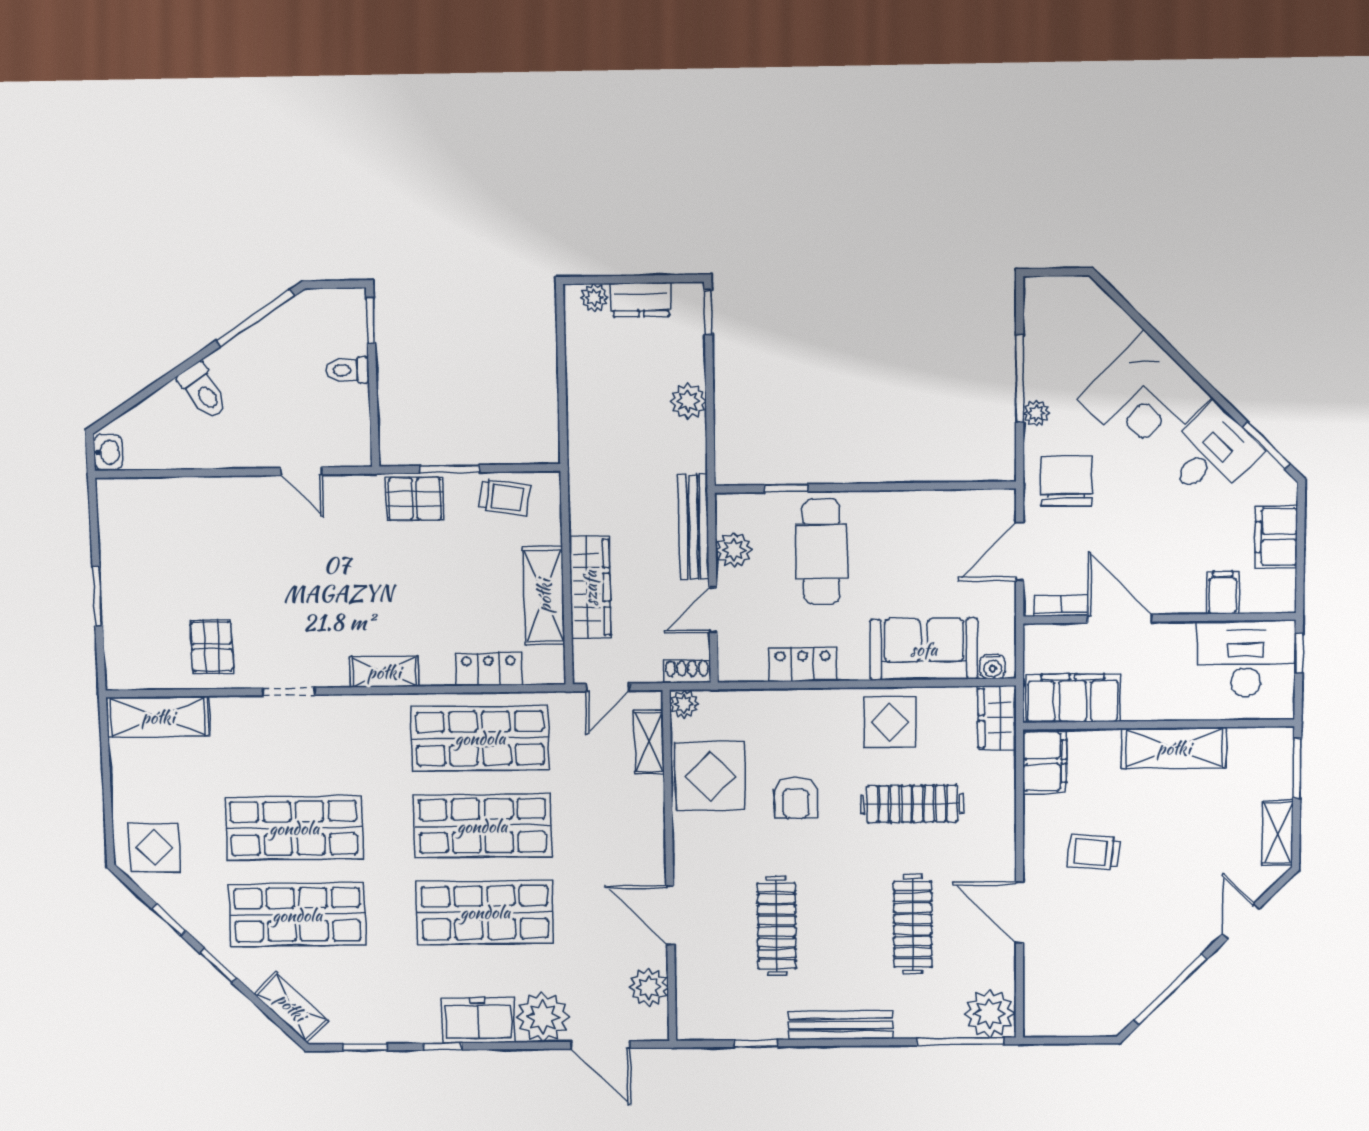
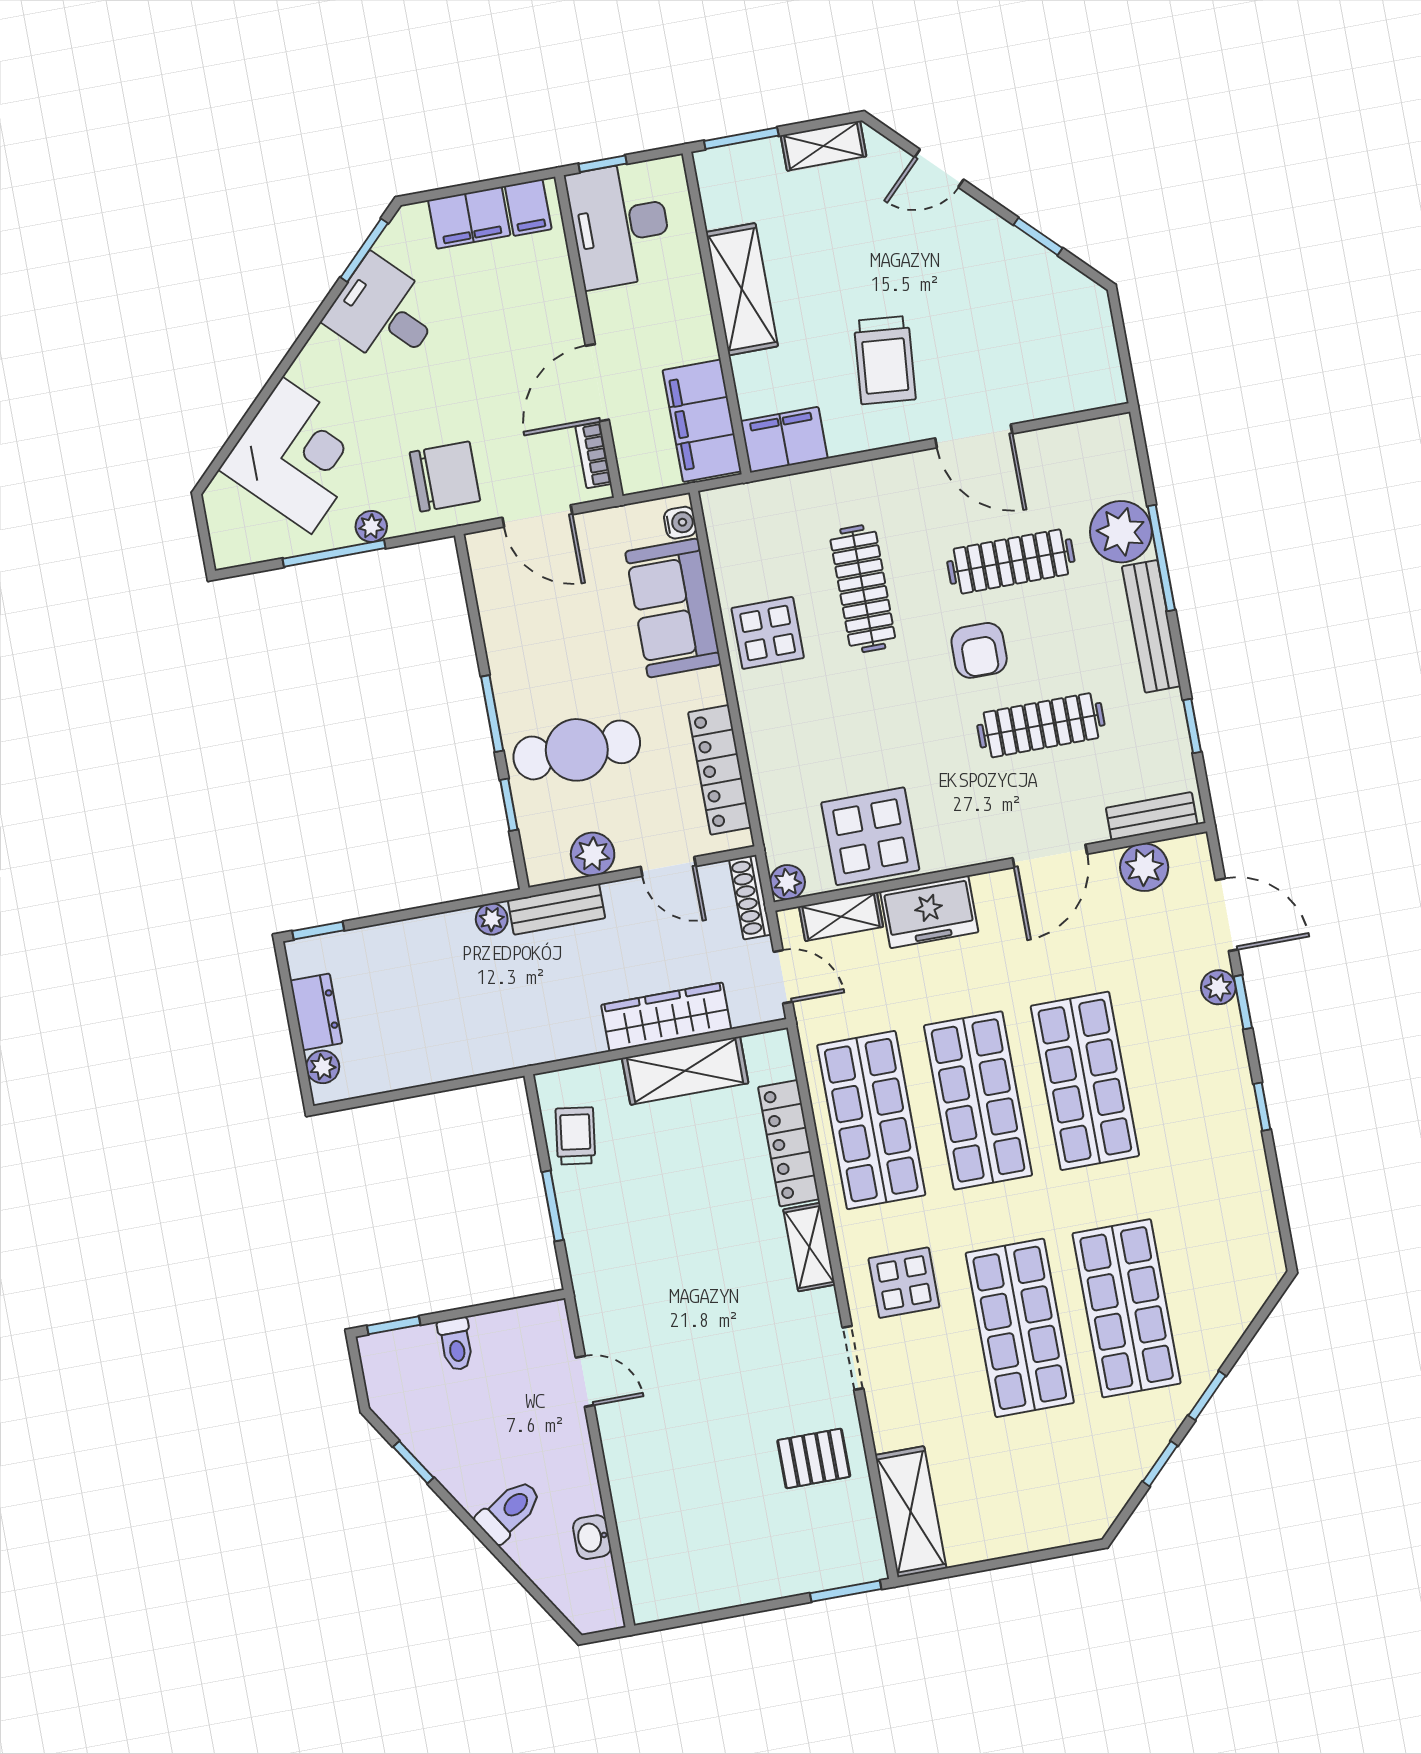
window: (255, 318) -> (413, 1462), width x0.46
corner desk: (1144, 398) -> (297, 455), moved
plant: (688, 401) -> (492, 919), moved, width x0.73, depth x0.73
washbasin: (108, 452) -> (592, 1537), moved, turned -90
door: (301, 471) -> (585, 1381), hinge flipped
chair: (1066, 481) -> (445, 477), turned 180
window: (863, 487) -> (492, 714), added
pallet: (415, 499) -> (595, 1242), removed
bench: (693, 527) -> (556, 909), width x0.73
filing cabinet: (1223, 593) -> (528, 208), moved, turned -90
window: (97, 596) -> (846, 1591), moved
locker: (803, 664) -> (720, 770), width x1.53
locker: (489, 669) -> (789, 1143), width x1.53
shoe rack: (687, 672) -> (750, 897), width x1.43
wardrobe: (997, 718) -> (741, 506), removed
armchair: (796, 798) -> (979, 650), moved, turned 90
display table: (155, 848) -> (904, 1283), moved
trolley: (1094, 852) -> (885, 360), width x1.36, depth x1.39
door: (1019, 912) -> (974, 436), hinge flipped
window: (1170, 989) -> (1038, 236), width x0.46
bench: (689, 1000) -> (1152, 816), added
shelving: (291, 1007) -> (1244, 1299), removed
plant: (989, 1014) -> (1121, 532), moved
plant: (543, 1017) -> (1218, 987), width x0.53, depth x0.53
freezer: (478, 1020) -> (929, 912), moved, turned -90
window: (960, 1041) -> (1161, 558), moved
door: (600, 1045) -> (1227, 915), hinge flipped
window: (365, 1047) -> (1243, 1002), moved

